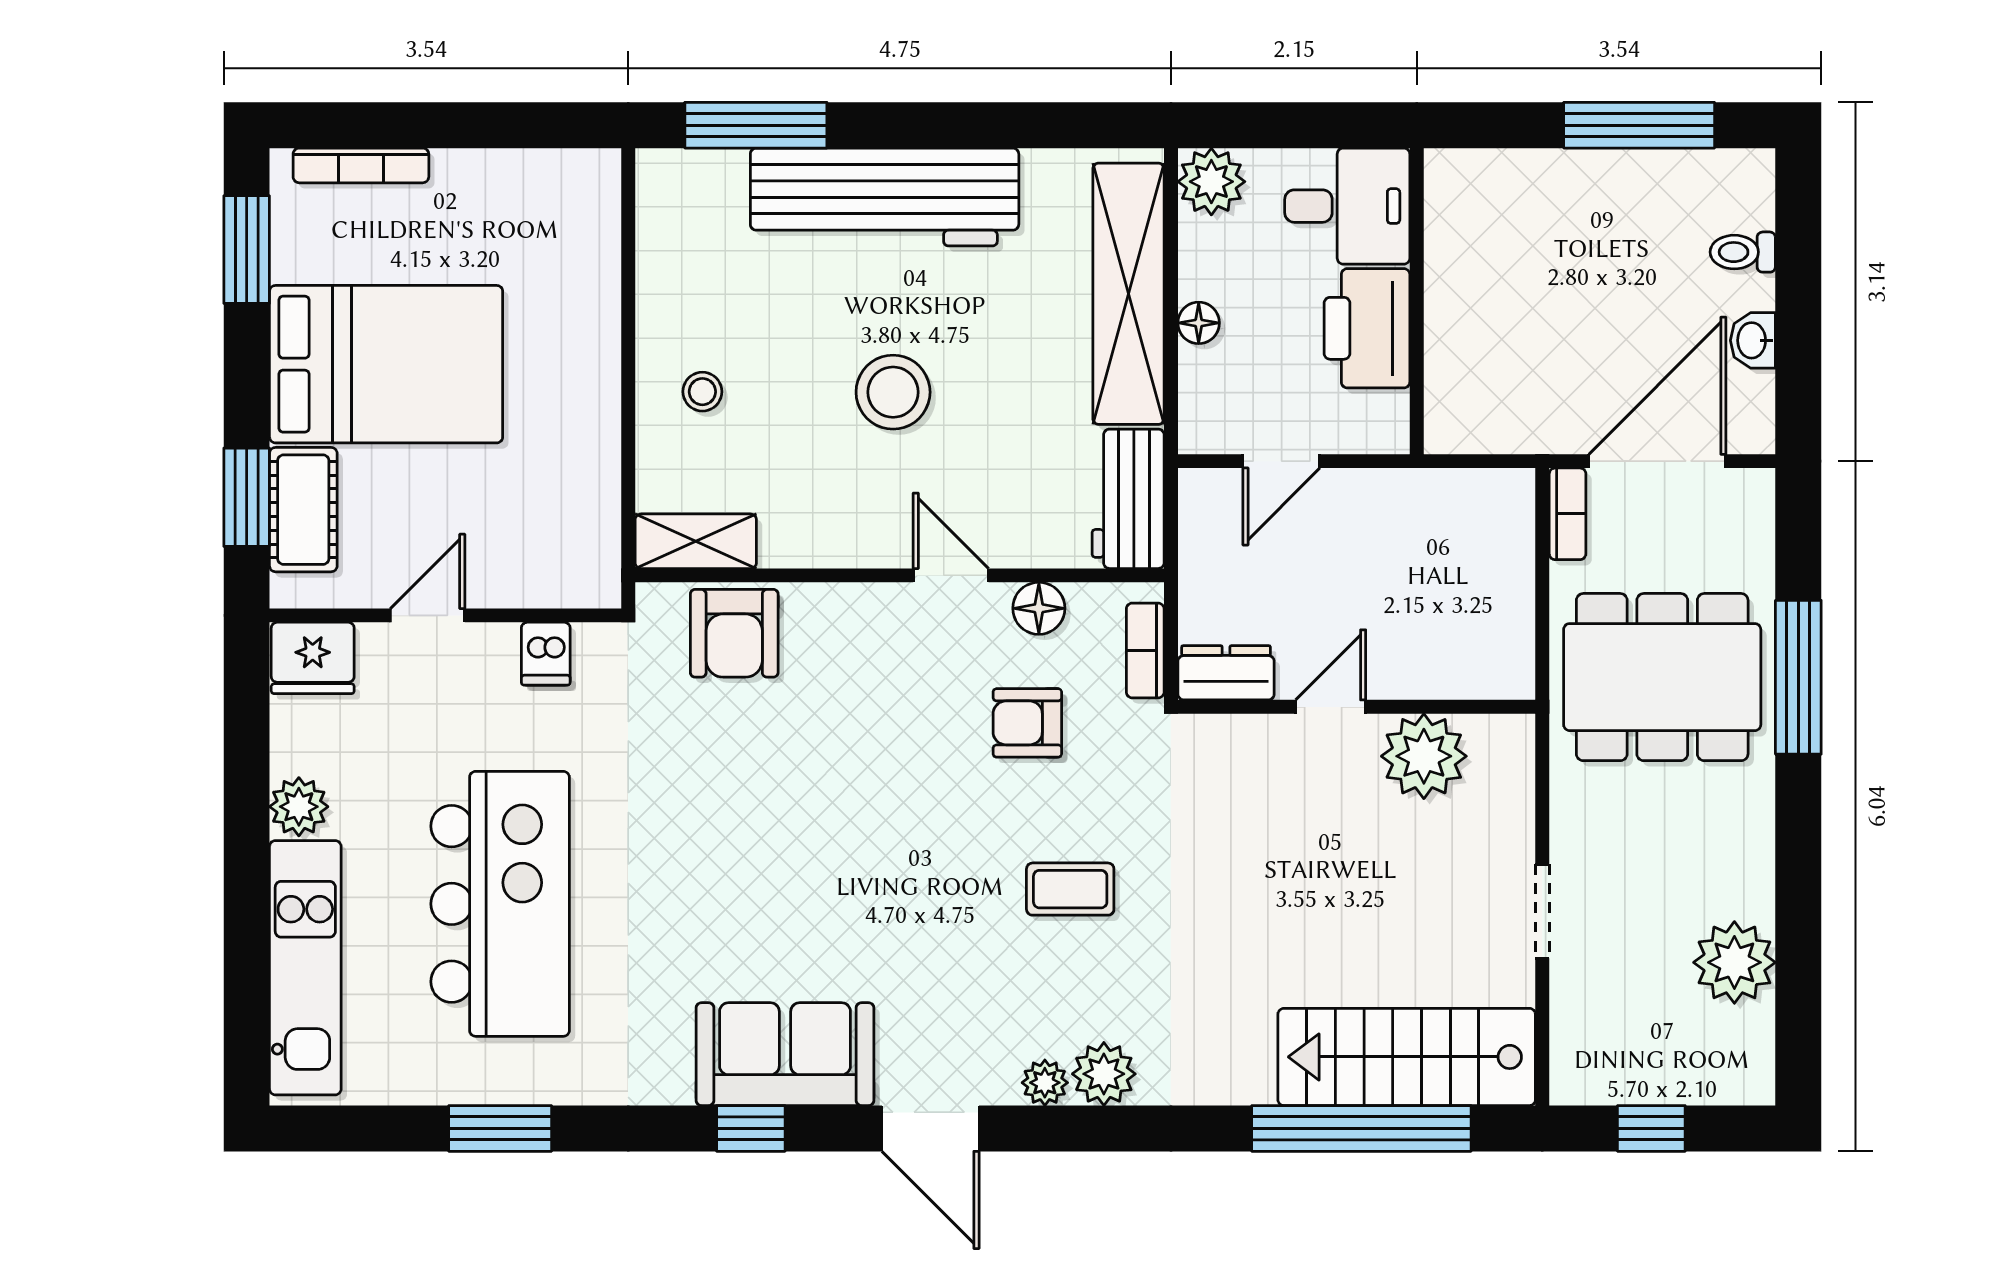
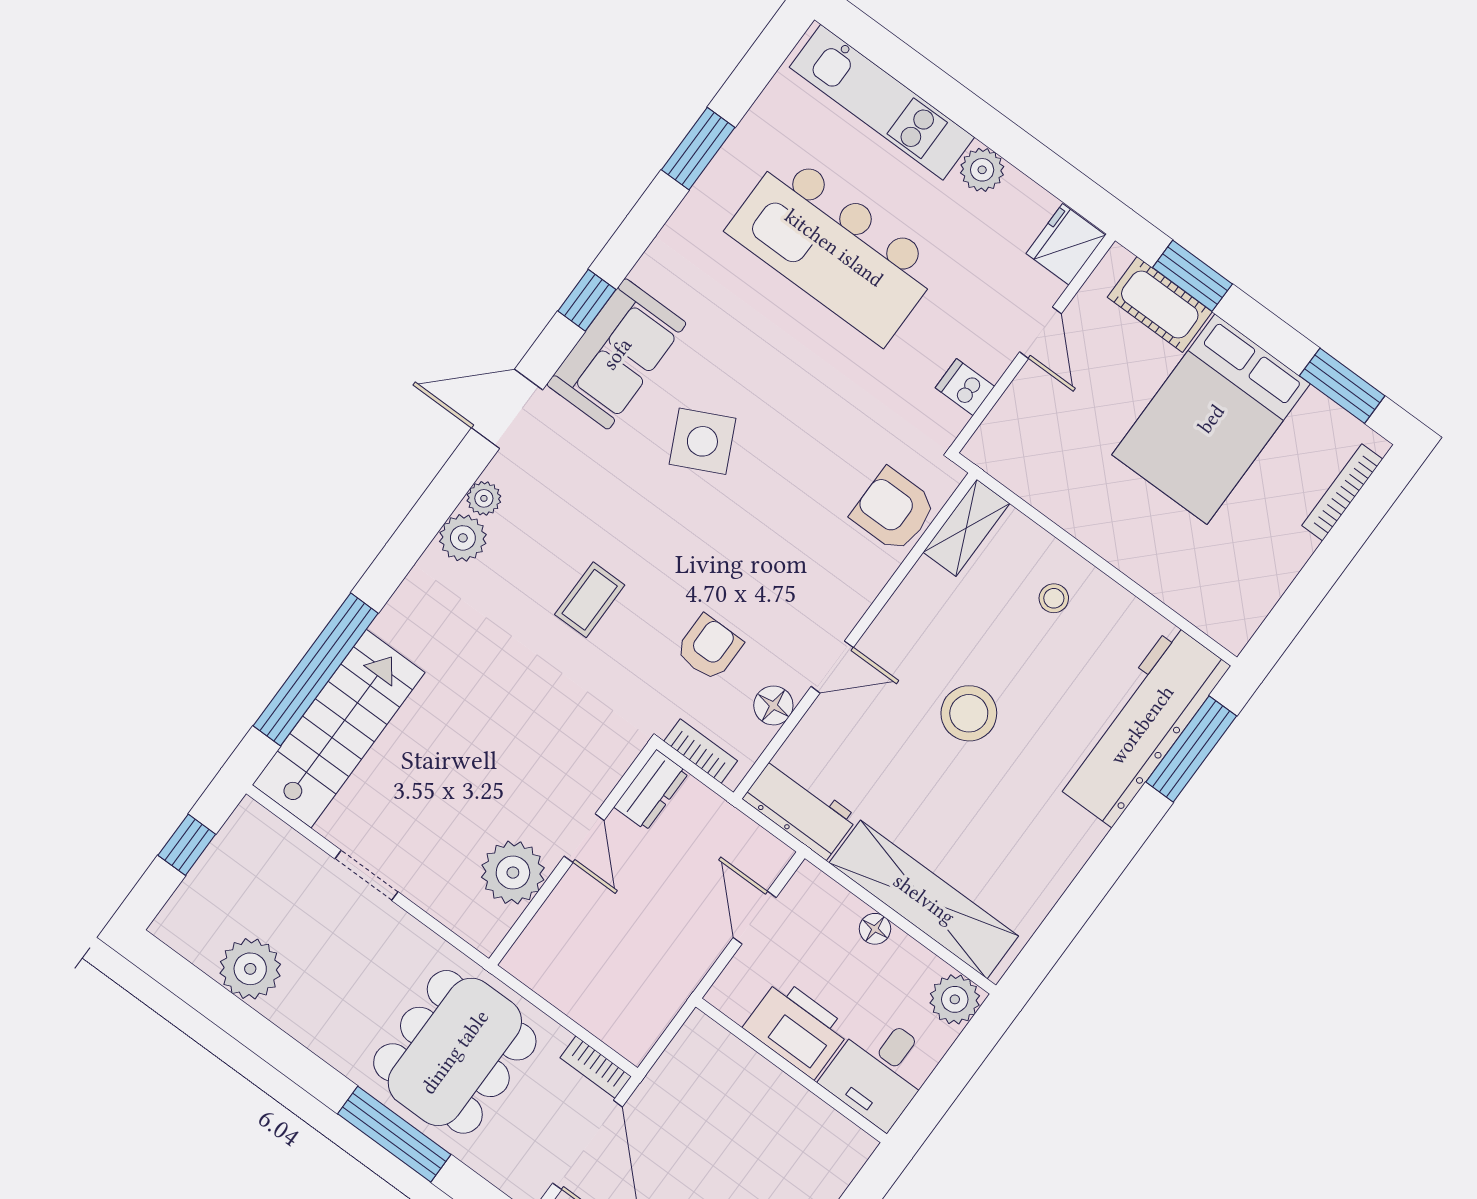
workbench: (885, 197) -> (1142, 725), moved
side table: (811, 893) -> (702, 441), added

